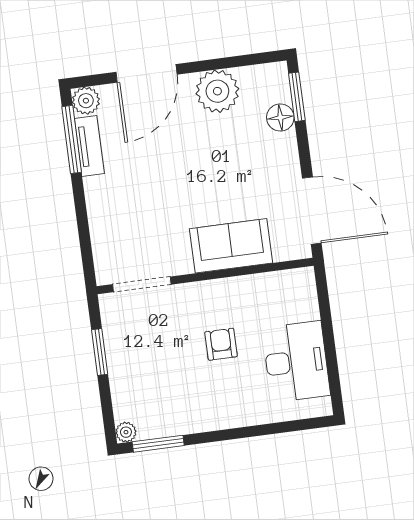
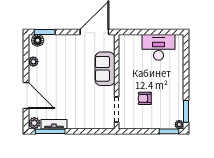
plant: (217, 91) -> (33, 62), width x0.53, depth x0.53
floor lamp: (280, 118) -> (38, 40), moved
armchair: (221, 344) -> (145, 98), moved
window: (100, 352) -> (169, 131), moved

